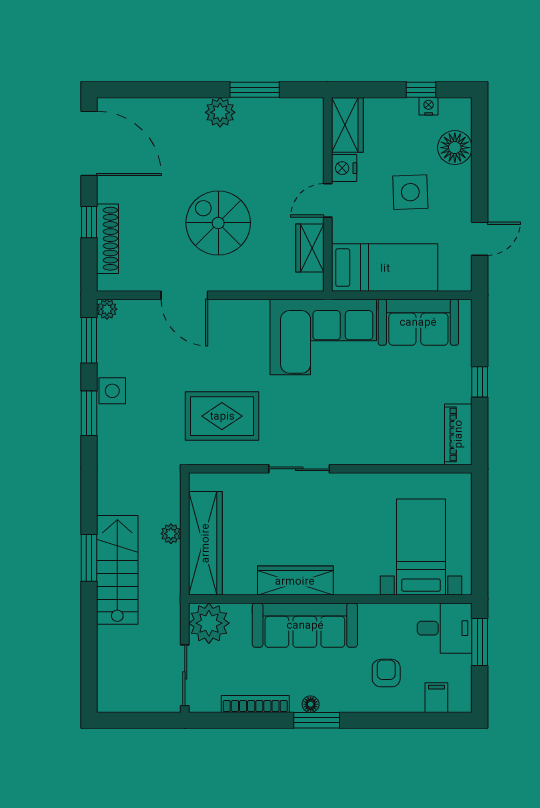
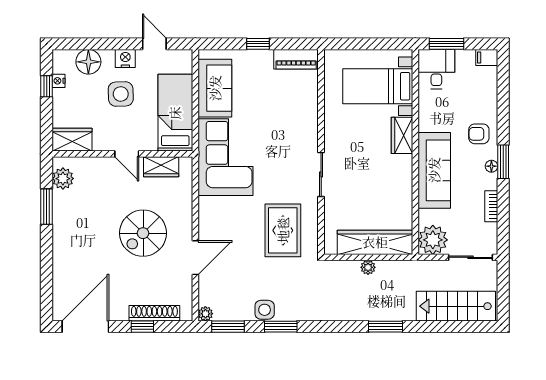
plant: (220, 112) -> (63, 179), moved
nightstand: (344, 168) -> (125, 58), moved, turned 180
stairs: (117, 570) -> (456, 306), moved
wardrobe: (295, 581) -> (402, 135), moved, width x0.67
armchair: (386, 673) -> (479, 134), moved
filing cabinet: (436, 698) -> (487, 57), moved
bookcase: (255, 704) -> (491, 206), width x0.64

